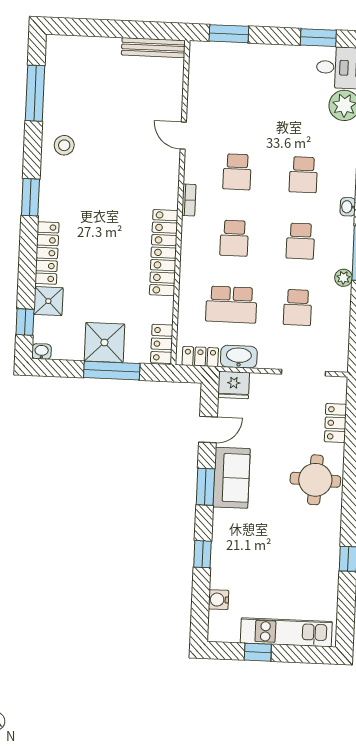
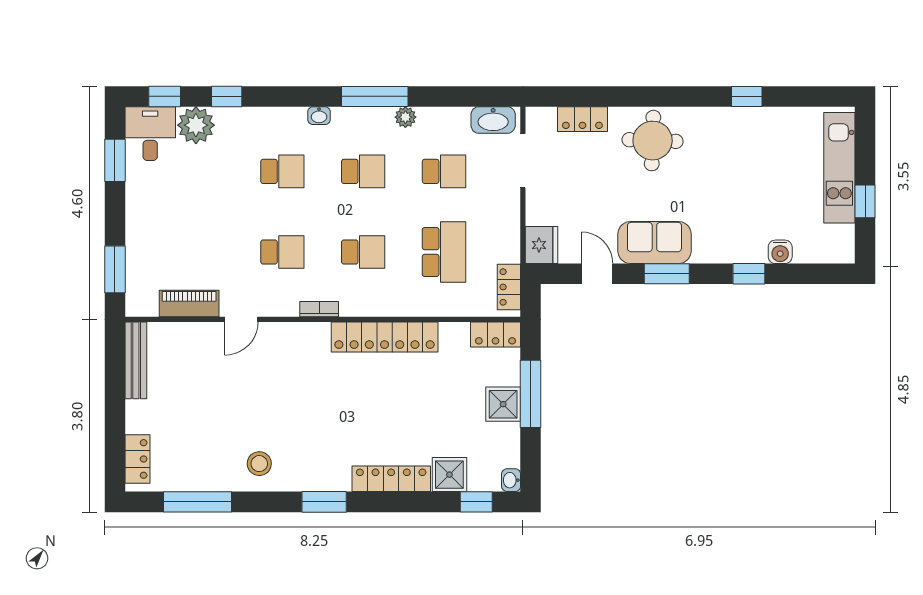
locker: (72, 45) -> (137, 459), added
piano: (198, 93) -> (189, 304), added
shower: (104, 342) -> (503, 404), width x0.73, depth x0.73
washbasin: (239, 357) -> (493, 120), moved, turned -90
water cooler: (219, 600) -> (780, 252), moved

